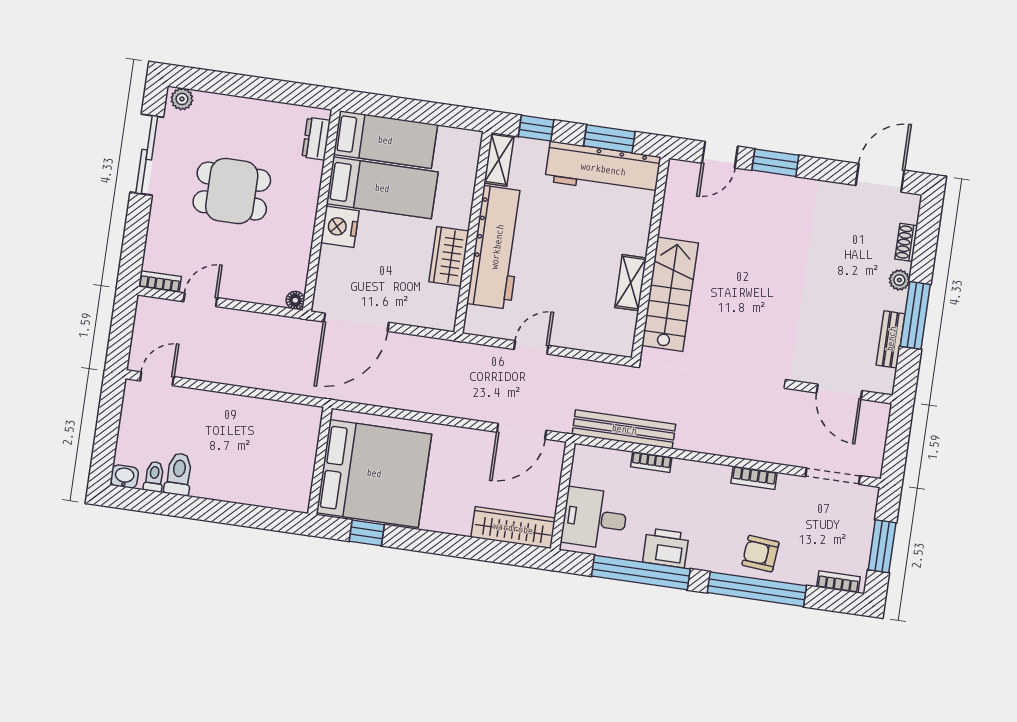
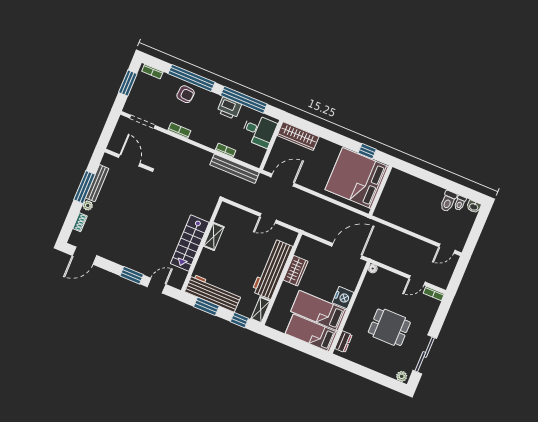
stairs: (670, 294) -> (190, 243), moved
bench: (891, 339) -> (97, 183), width x1.36

